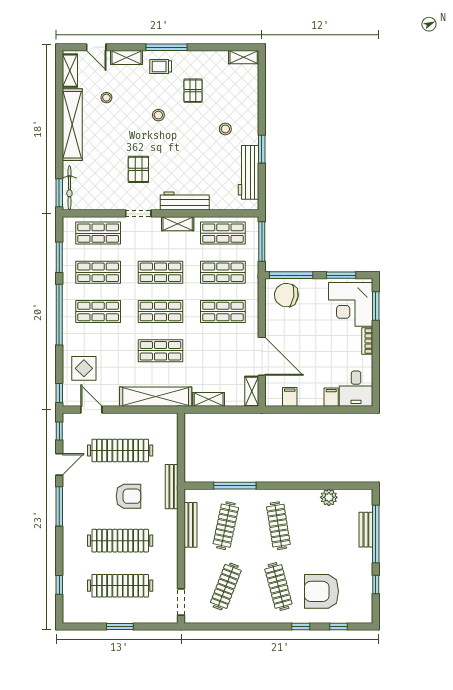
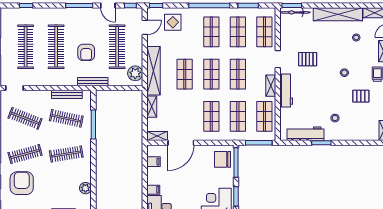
chair: (286, 295) -> (222, 159), turned -98
plant: (159, 424) -> (135, 73), added

